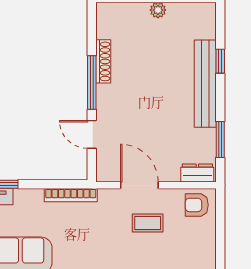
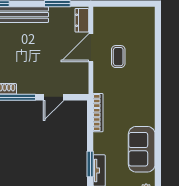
door: (139, 185) -> (91, 48), moved
armchair: (197, 205) -> (105, 21), removed

